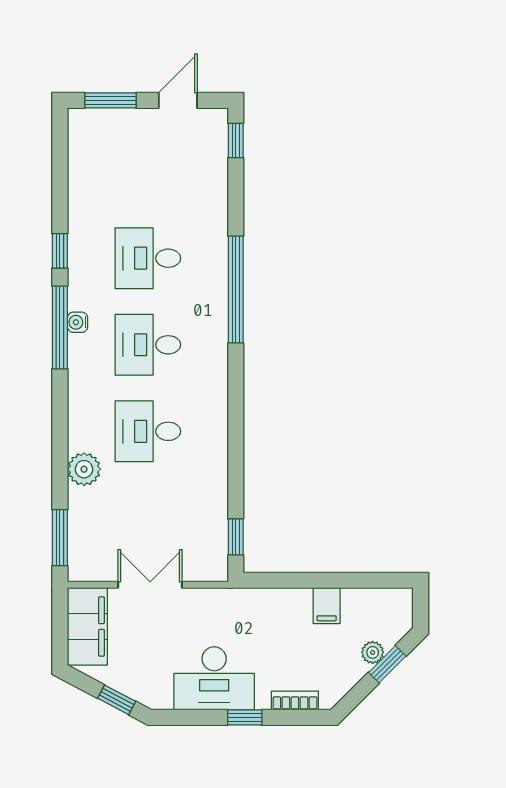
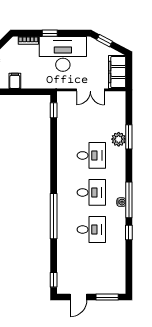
window: (60, 538) -> (129, 137), moved
desk: (214, 678) -> (63, 54), width x1.36, depth x1.30

